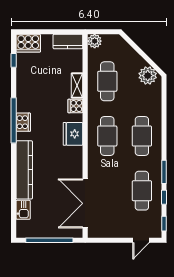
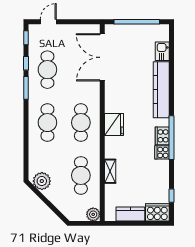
kitchen counter: (68, 42) -> (130, 214), moved
cooker: (75, 106) -> (162, 152), moved, turned 180
double door: (85, 203) -> (102, 57), swing flipped

